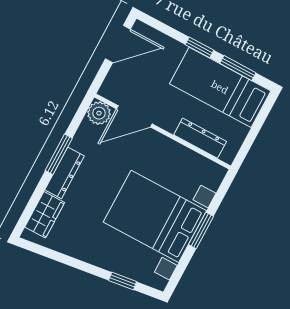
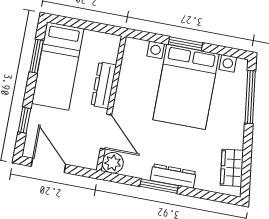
window: (200, 47) -> (24, 120), moved
dresser: (200, 138) -> (104, 85), moved
wardrobe: (45, 215) -> (232, 168), moved, turned -98
window: (123, 281) -> (250, 97), width x2.17

